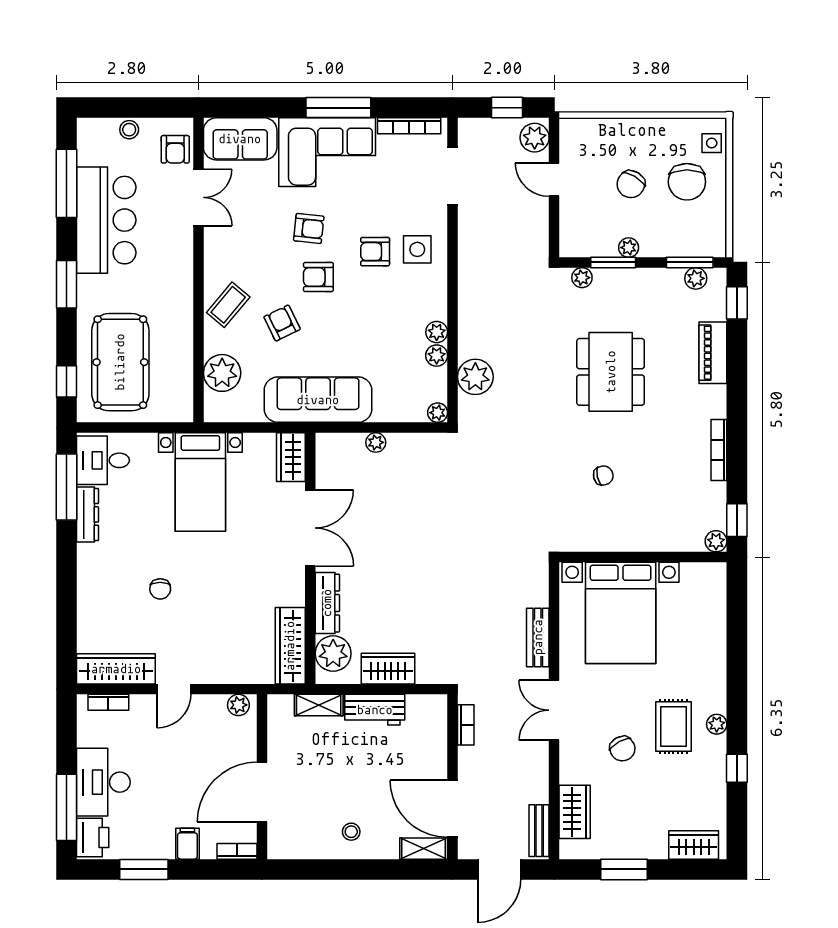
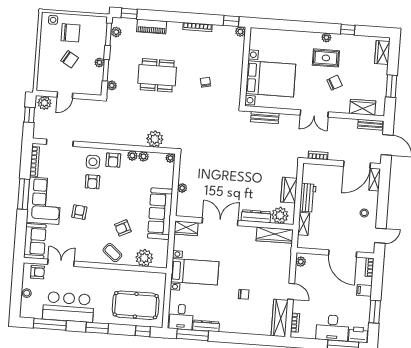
armchair: (318, 277) -> (113, 160), moved
bench: (538, 637) -> (265, 118), moved
door: (306, 869) -> (380, 236), added

